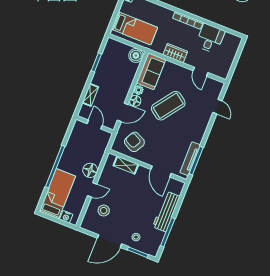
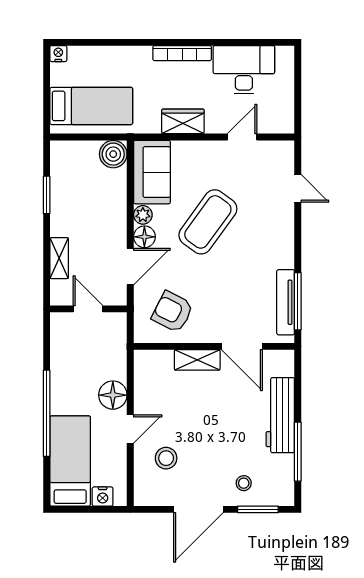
desk: (210, 38) -> (244, 70), width x1.37
door: (201, 72) -> (242, 137), swing flipped
shelving: (126, 165) -> (197, 360), moved

